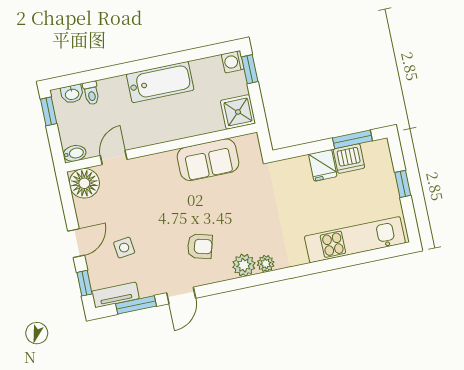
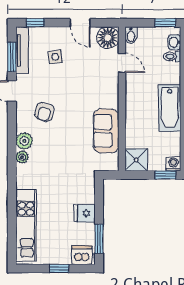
dishwasher: (349, 159) -> (82, 255), moved, turned 90
door: (76, 243) -> (80, 23), moved
tv unit: (115, 295) -> (22, 50), width x1.41

